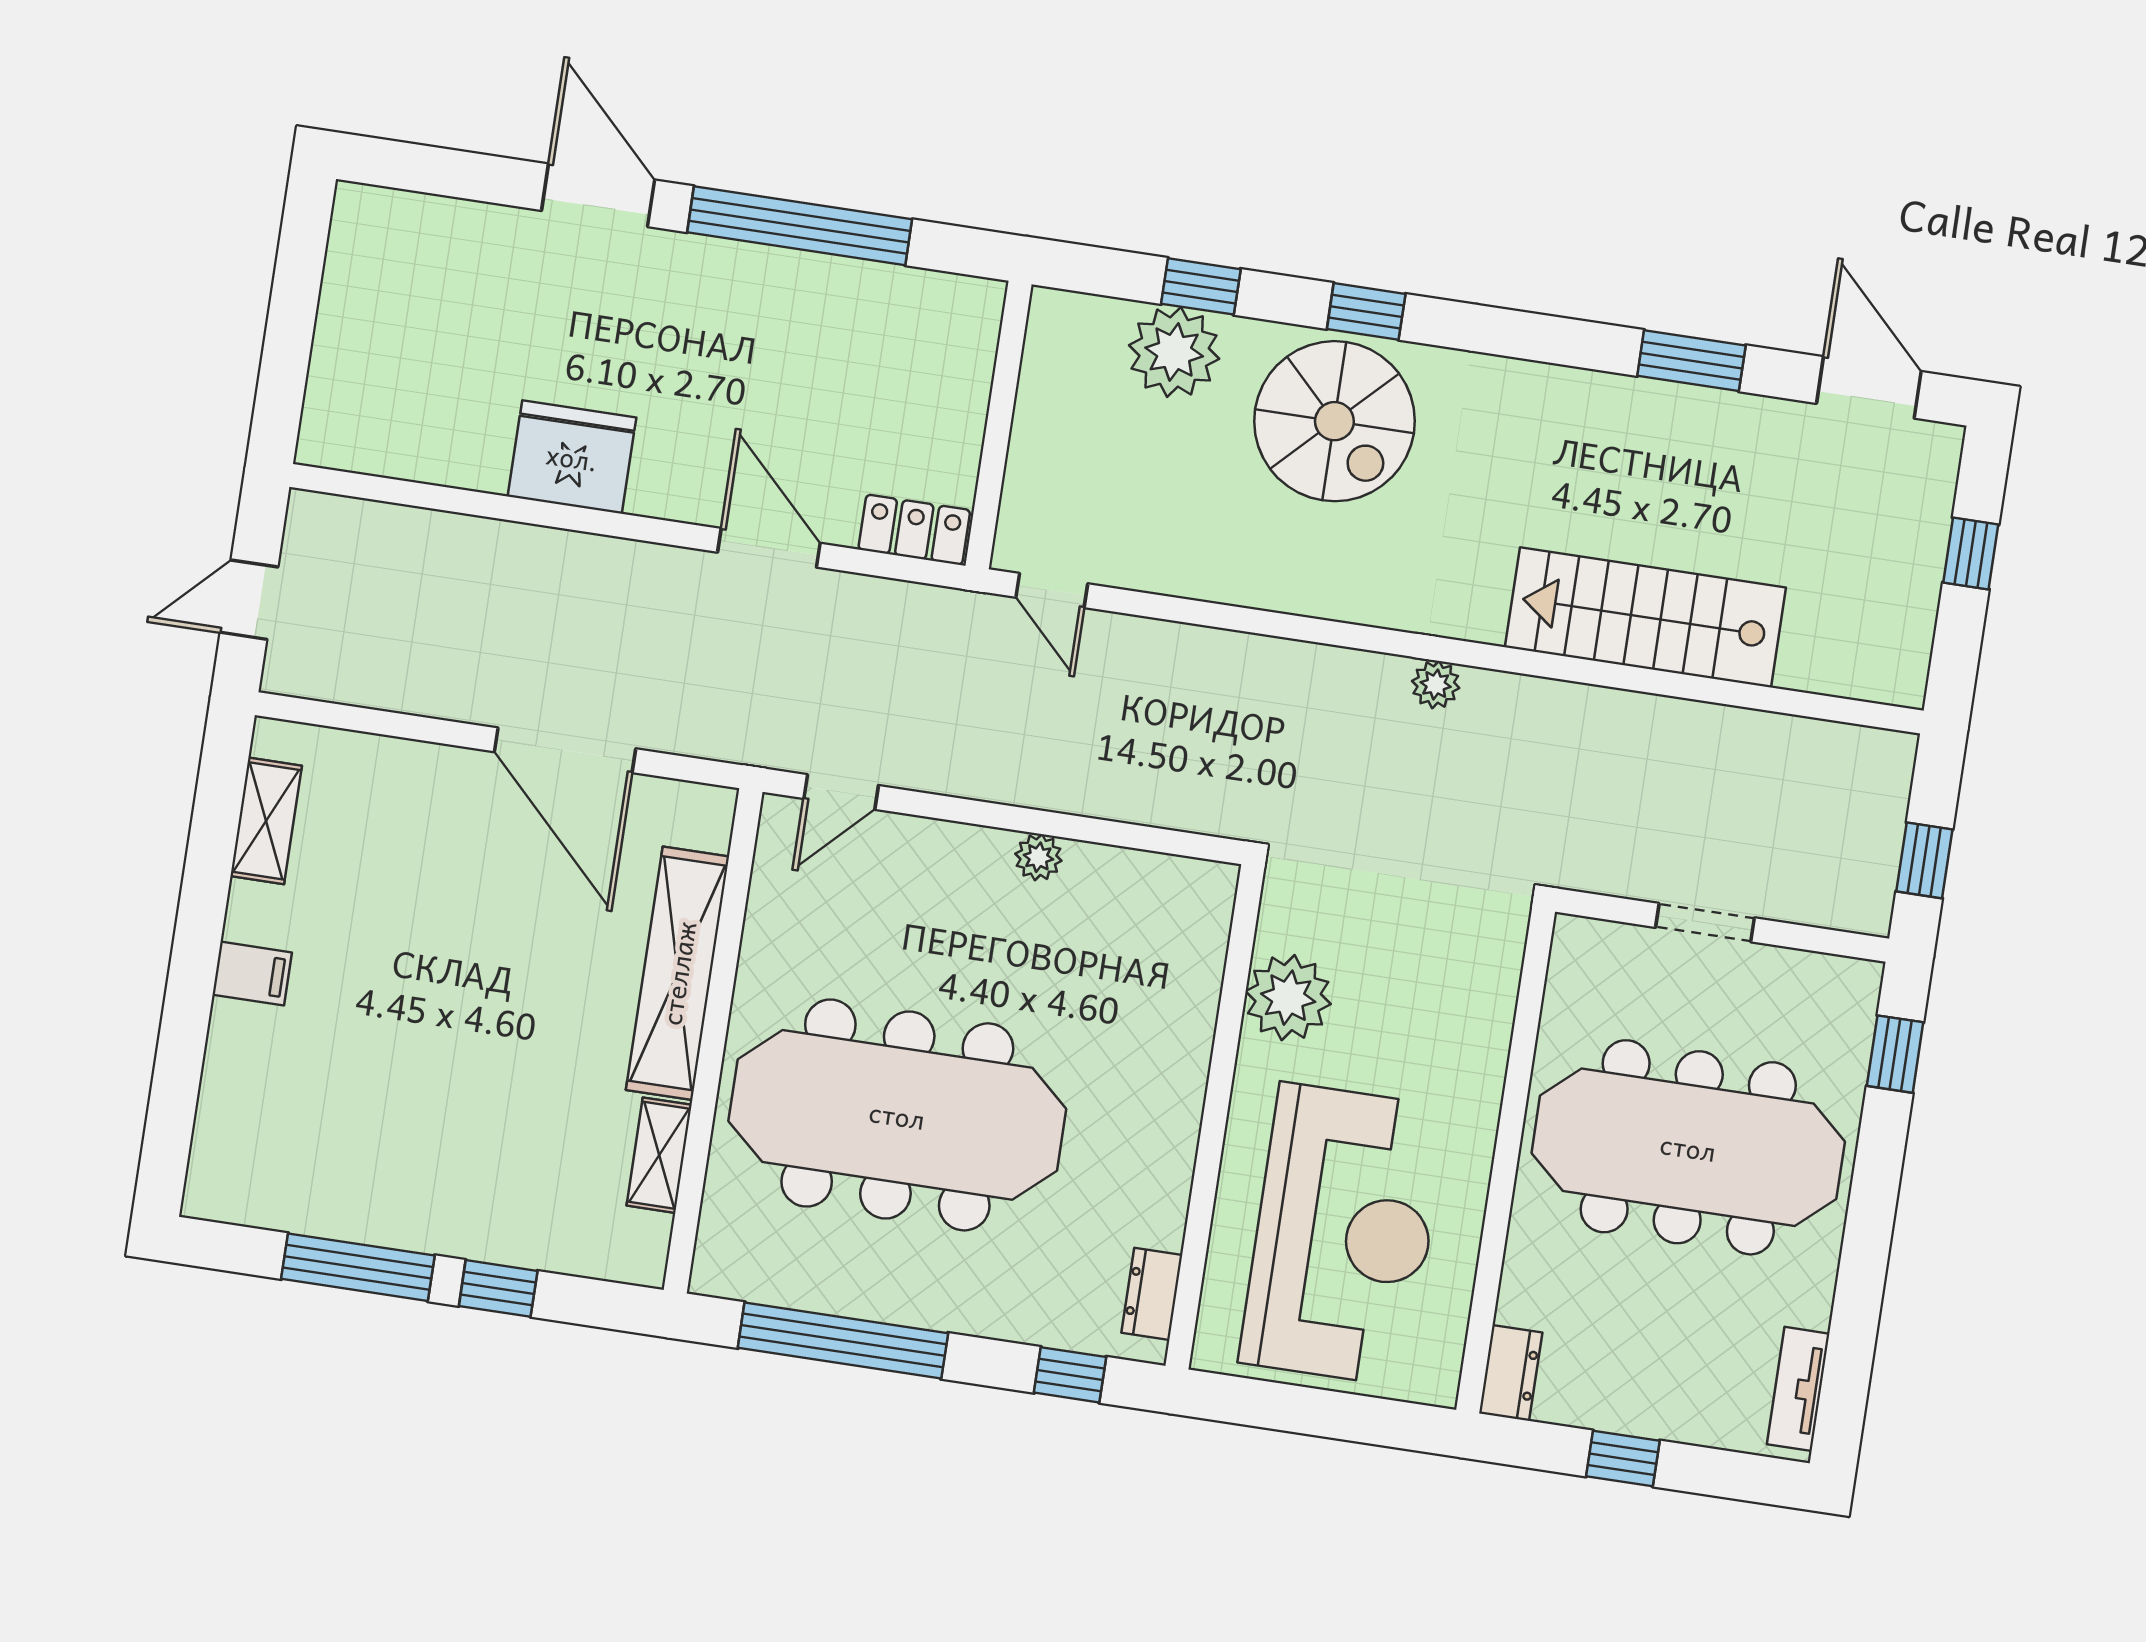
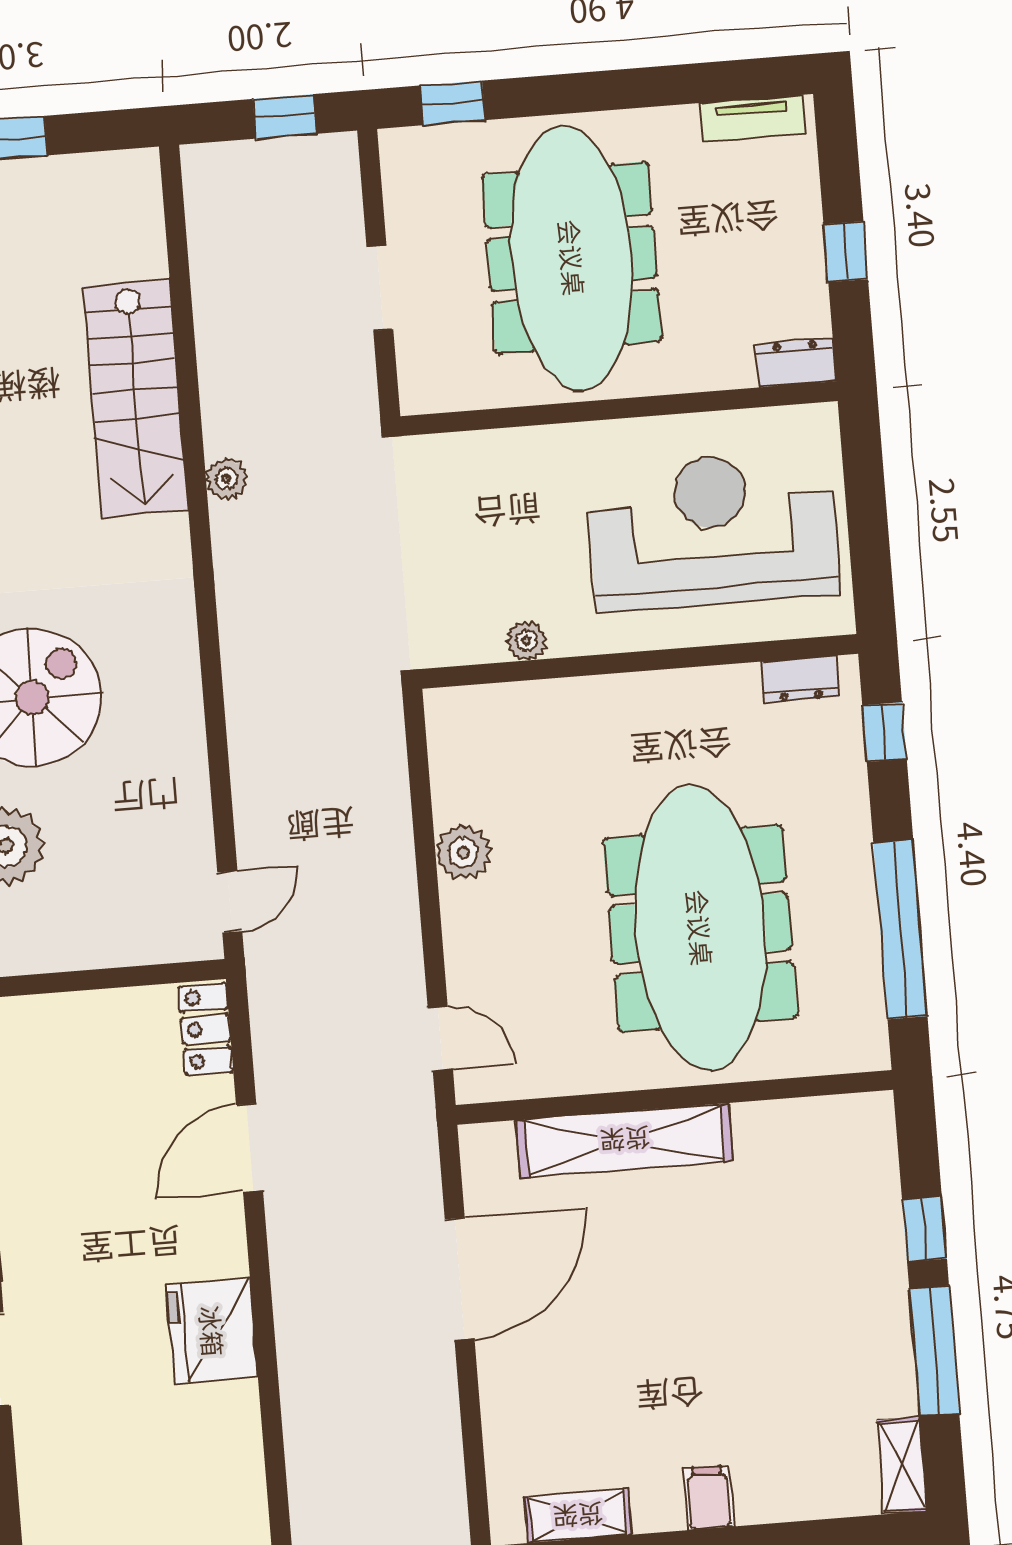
plant: (1436, 685) -> (226, 479), moved
plant: (1038, 857) -> (463, 852), width x1.38, depth x1.38
plant: (1288, 998) -> (526, 641), width x0.53, depth x0.53
shelving: (659, 1155) -> (902, 1466), moved, turned 90

